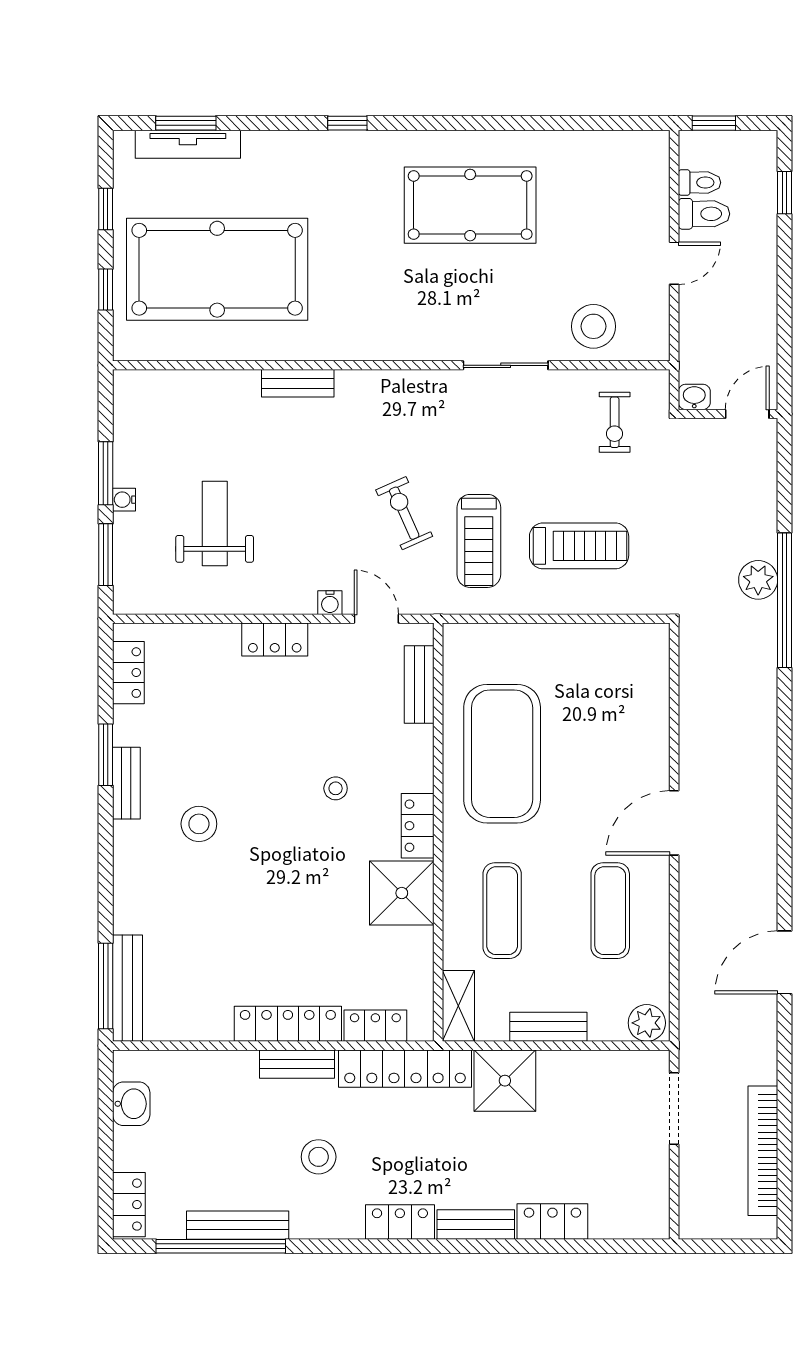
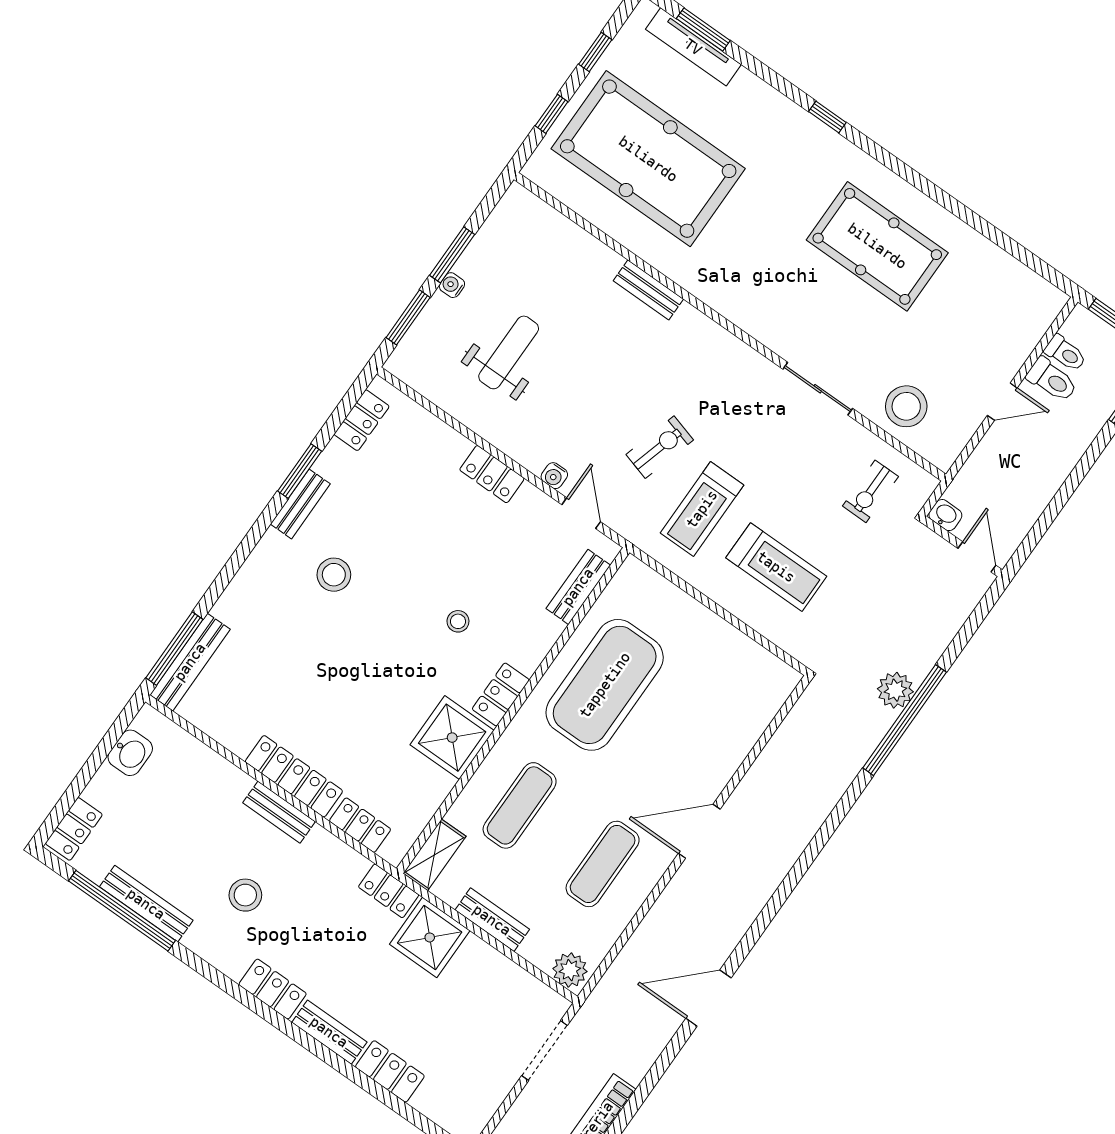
door: (747, 414) -> (977, 557), hinge flipped
exercise bike: (404, 513) -> (660, 447), turned 40
locker: (405, 1069) -> (389, 891), width x0.46, depth x0.83

